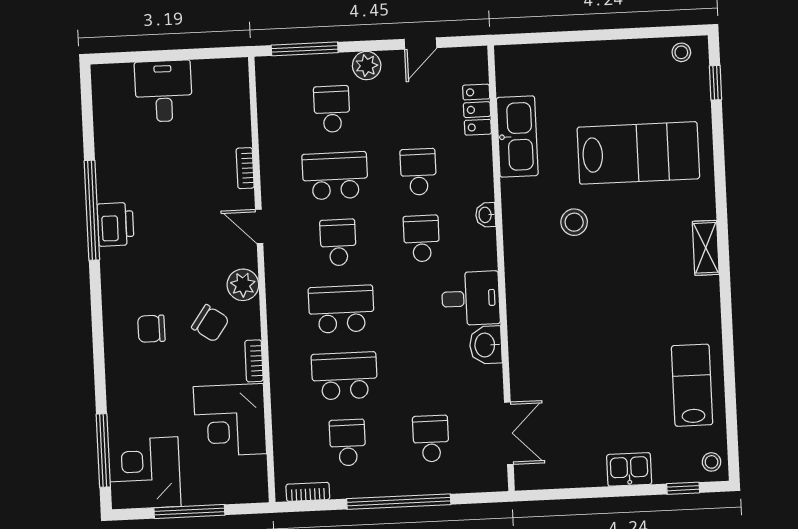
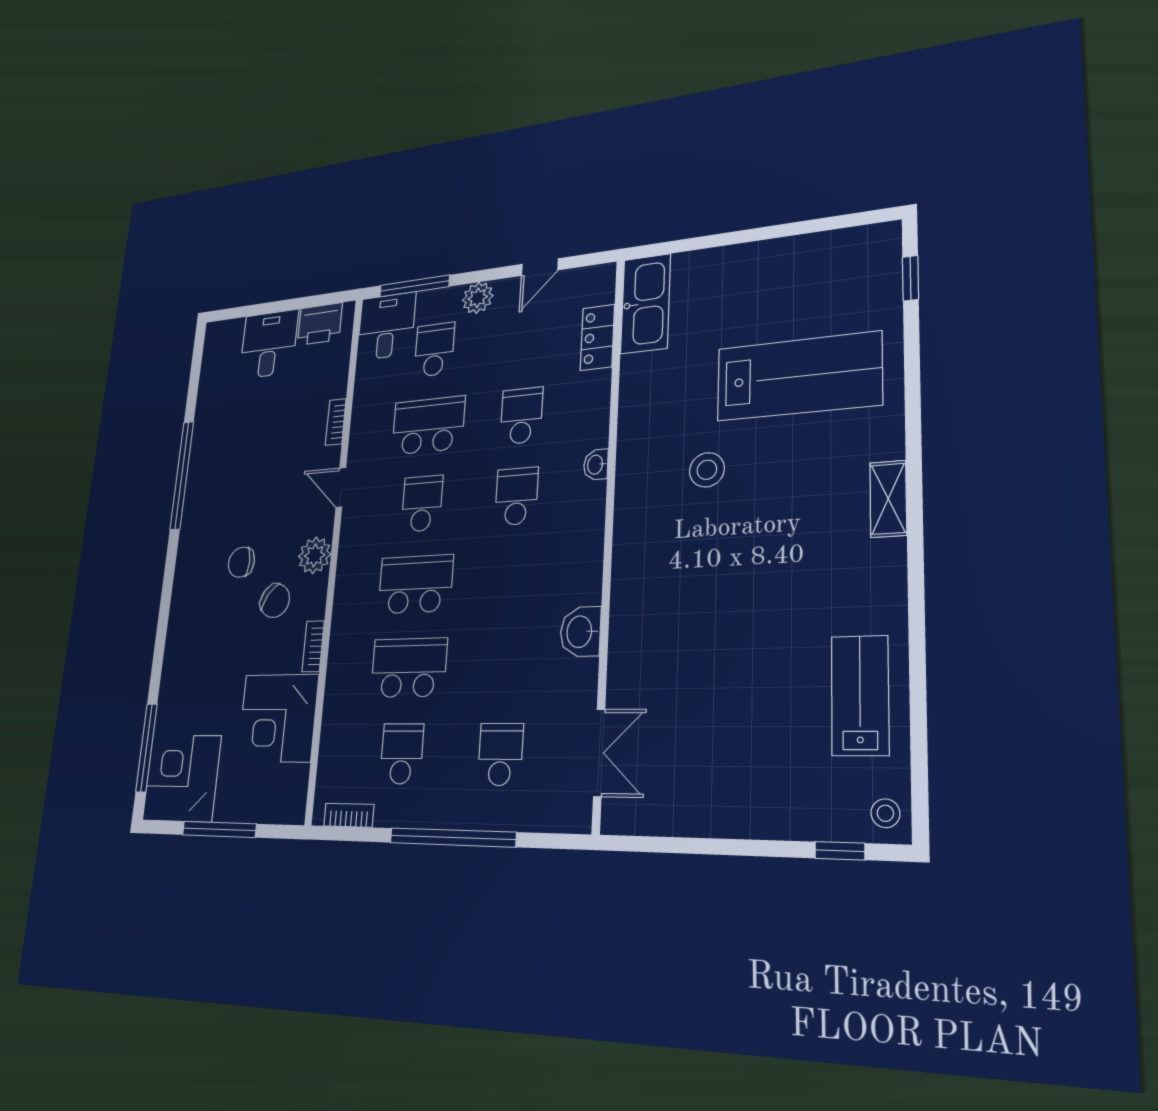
stool: (681, 52) -> (864, 244), removed
kitchen sink: (517, 136) -> (645, 304), moved
printer: (116, 224) -> (320, 324), moved, turned 90
desk: (471, 298) -> (386, 326), moved, turned -90
chair: (151, 329) -> (241, 562), moved
kitchen sink: (629, 469) -> (761, 816), removed

